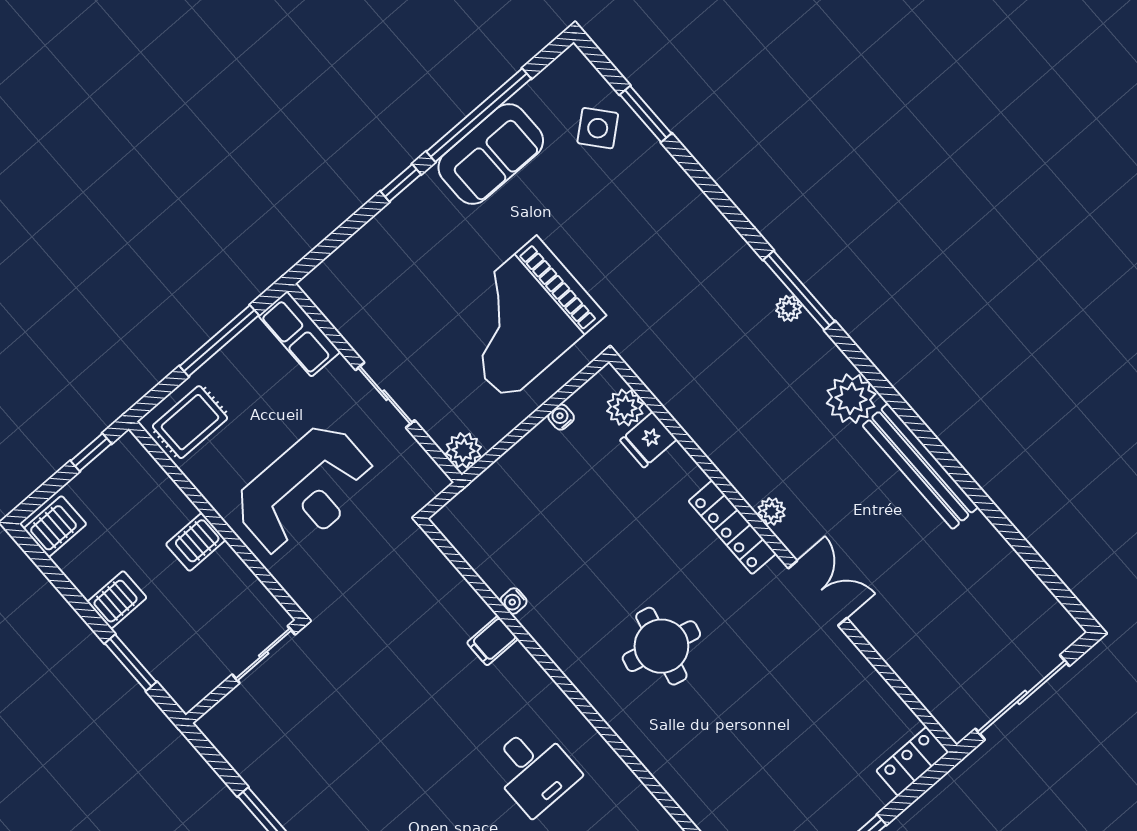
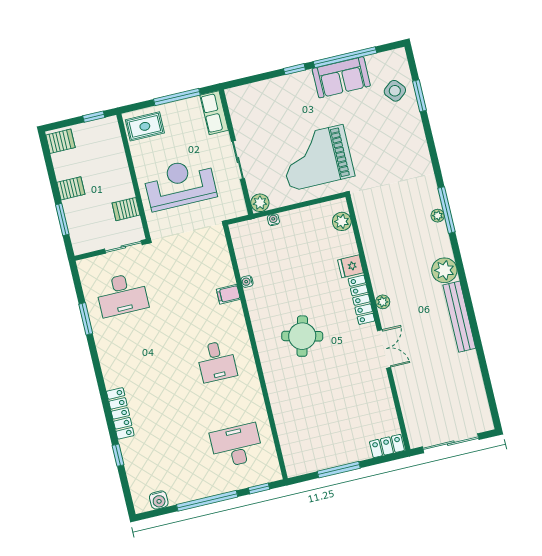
water cooler: (561, 417) -> (273, 220), moved
fridge: (648, 440) -> (350, 266), moved
reception desk: (305, 491) -> (180, 184), turned 180
server rack: (196, 542) -> (126, 209), moved
desk: (305, 740) -> (122, 295), added

